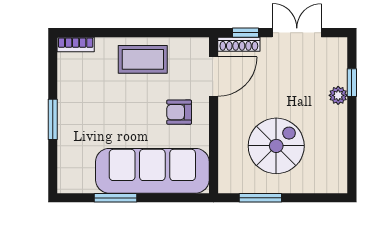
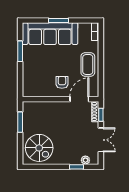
door: (213, 77) -> (79, 99), swing flipped
plant: (338, 95) -> (85, 160), moved
spiral stairs: (276, 146) -> (39, 148), moved
sofa: (152, 171) -> (50, 34), moved, turned 90

